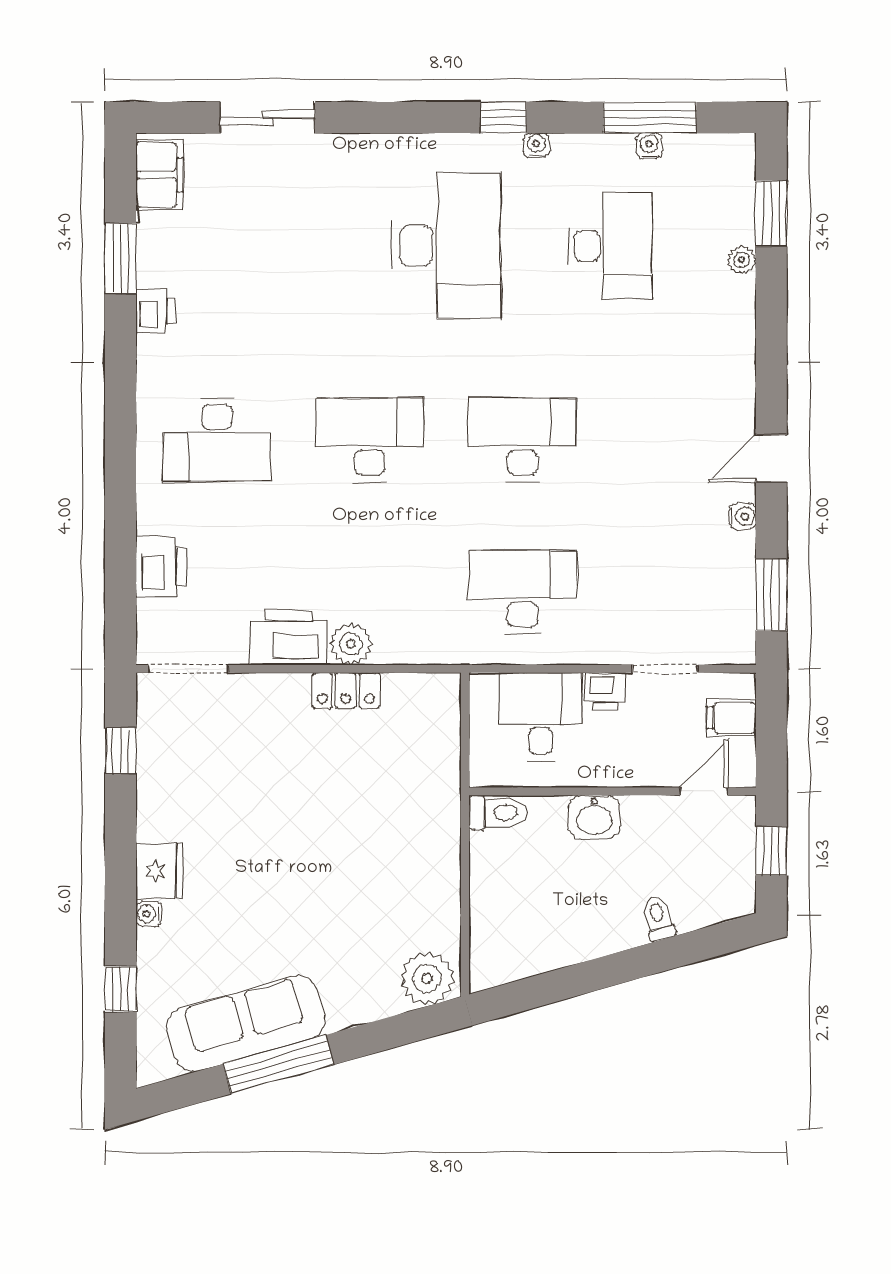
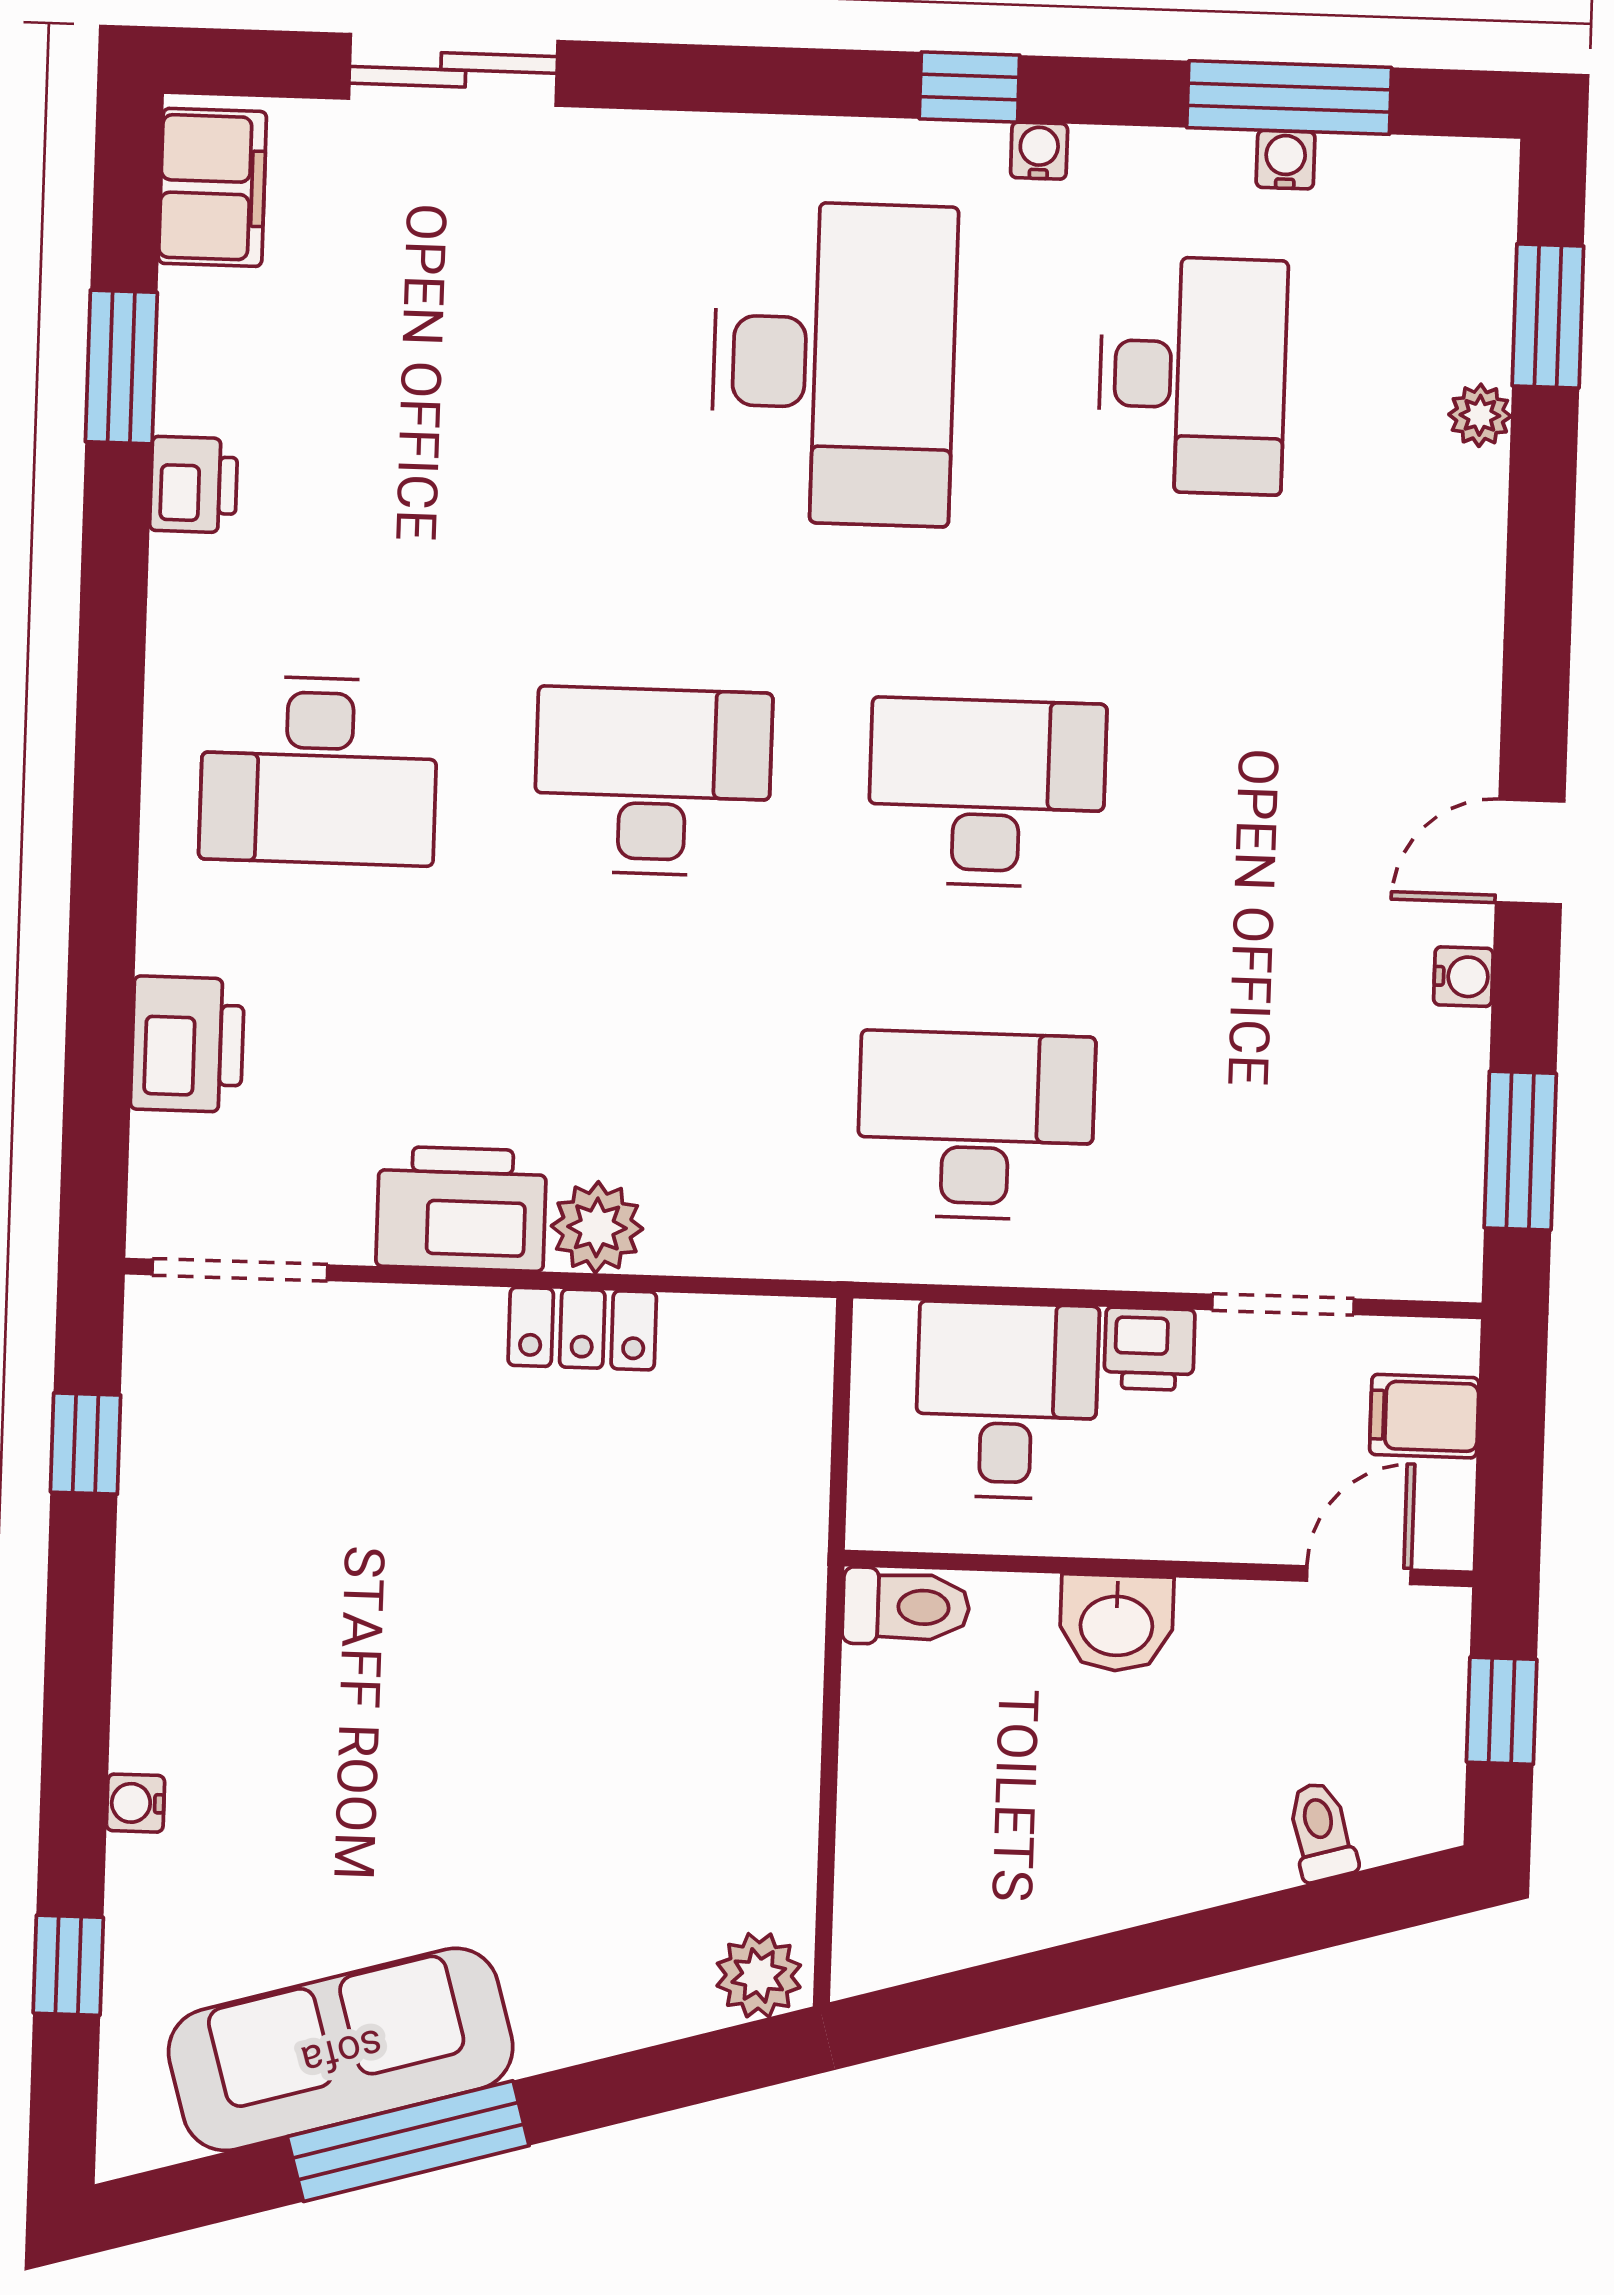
fridge: (159, 871) -> (162, 1709), removed
toilet: (658, 918) -> (1321, 1832), moved
plant: (427, 978) -> (759, 1975), width x0.73, depth x0.73

